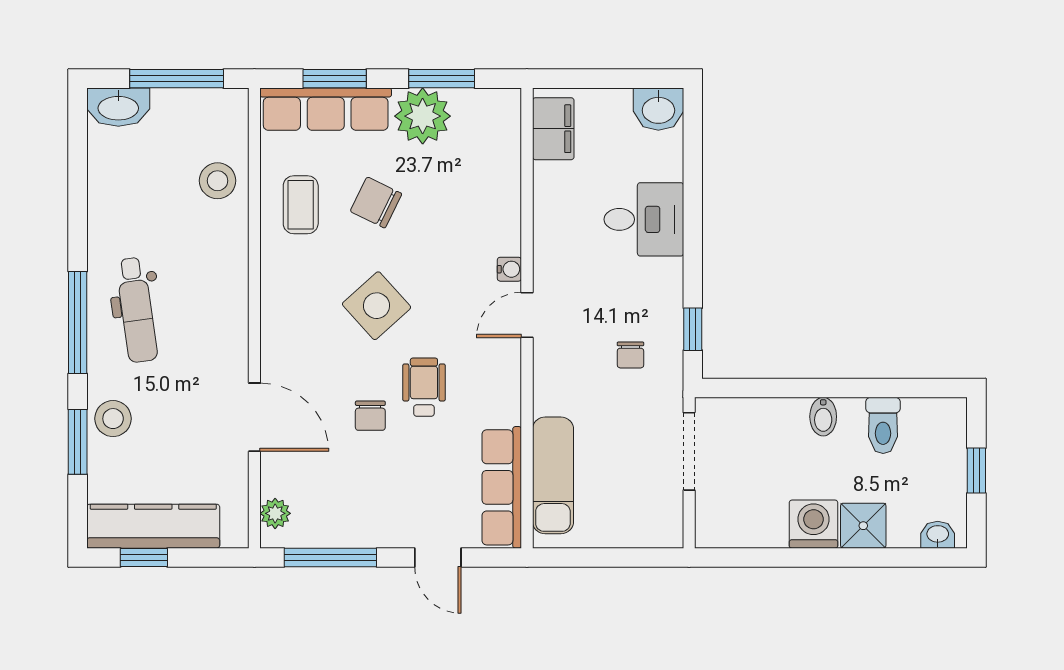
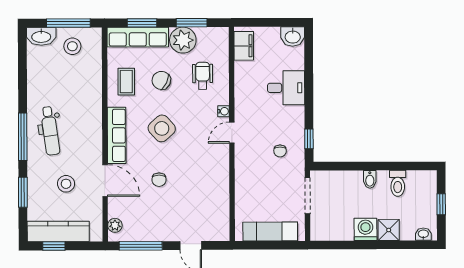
stool: (218, 181) -> (72, 46), moved
wheelchair: (424, 387) -> (203, 76), moved
stool: (113, 419) -> (66, 184), moved
exam couch: (553, 475) -> (270, 231), moved, turned -90
row of seats: (502, 487) -> (117, 135), moved, turned 180

